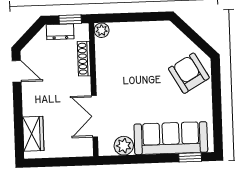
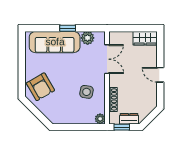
side table: (122, 68) -> (86, 92), added
door: (17, 71) -> (160, 75), moved
wardrobe: (33, 134) -> (145, 38), moved, turned -90
window: (190, 157) -> (68, 28), moved

